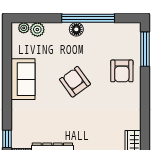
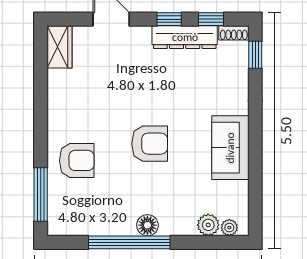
armchair: (122, 71) -> (77, 160), turned 90
armchair: (75, 82) -> (150, 144), turned -54

